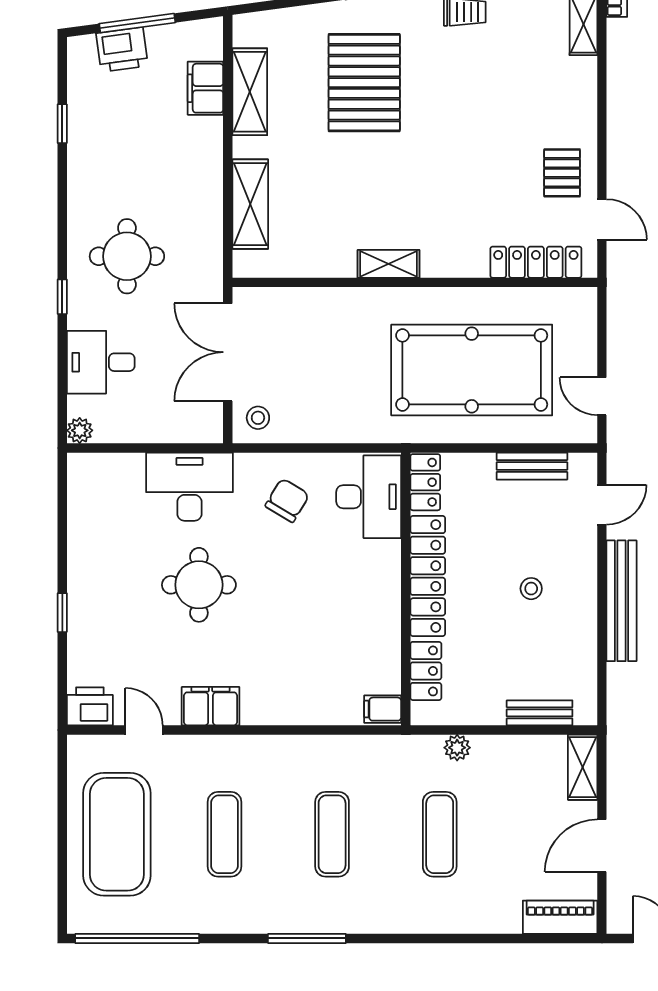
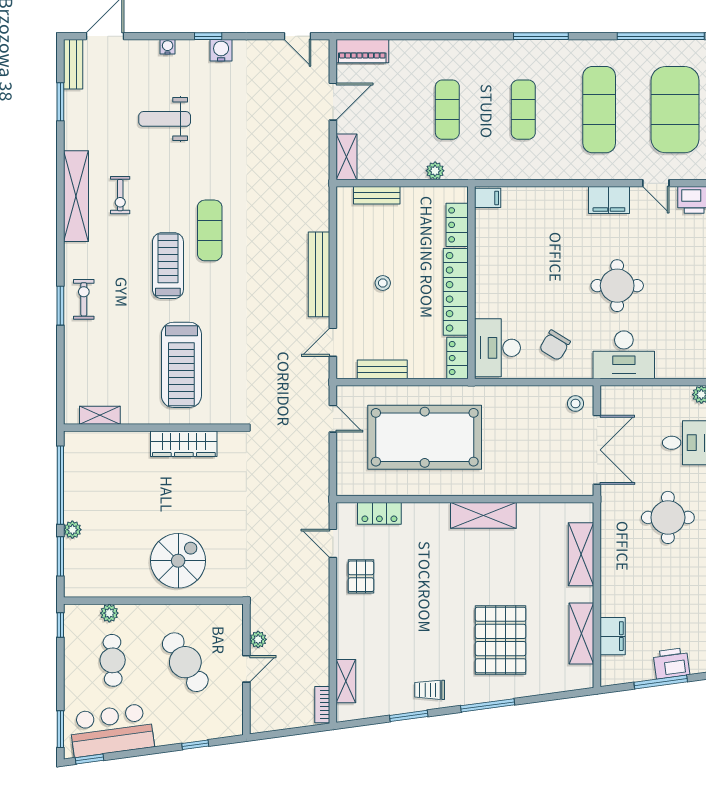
locker: (536, 262) -> (379, 513), width x0.66
shelving: (389, 264) -> (483, 515), width x1.50, depth x1.33
exercise mat: (224, 834) -> (599, 110), width x1.36, depth x1.45

